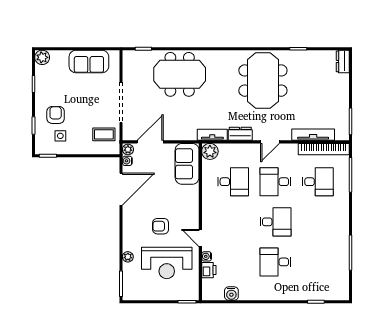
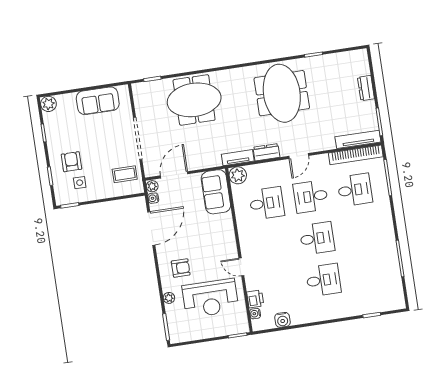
dresser: (343, 61) -> (366, 88), moved
tv unit: (313, 135) -> (358, 139), moved
armchair: (161, 226) -> (181, 268), moved, turned 180
water cooler: (207, 256) -> (255, 314), moved
desk: (275, 262) -> (323, 280), turned 180

